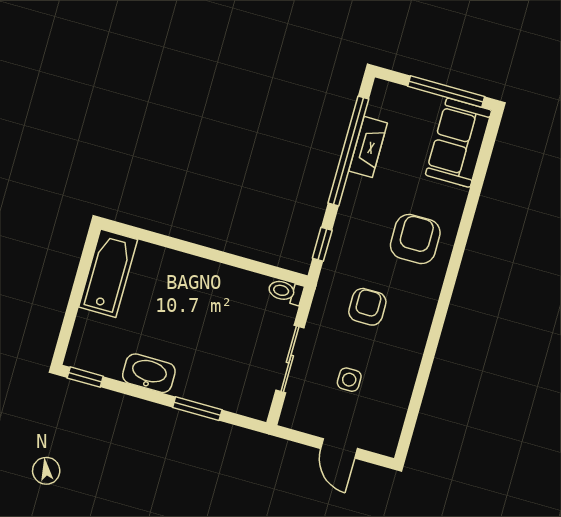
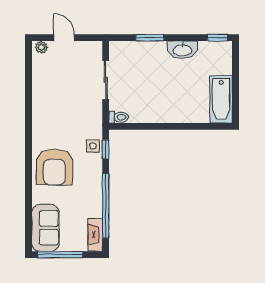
fireplace: (368, 147) -> (95, 235), moved
armchair: (415, 239) -> (54, 167), width x1.36, depth x1.36
armchair: (367, 307) -> (71, 122), removed
side table: (349, 380) -> (93, 146), moved
plant: (381, 443) -> (41, 47), added

